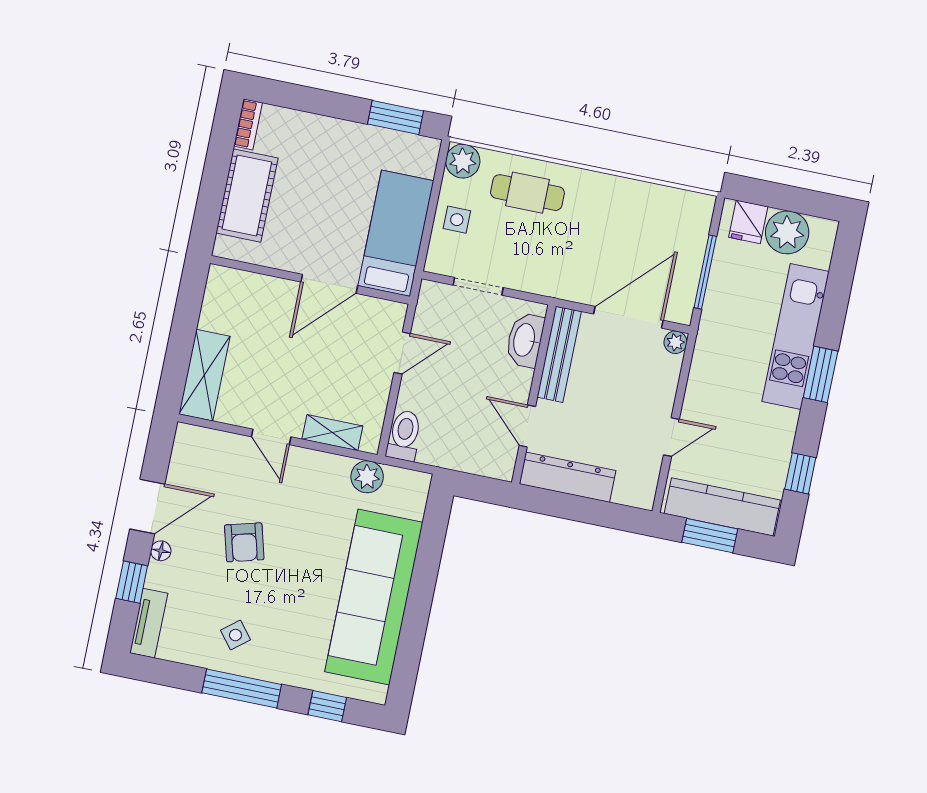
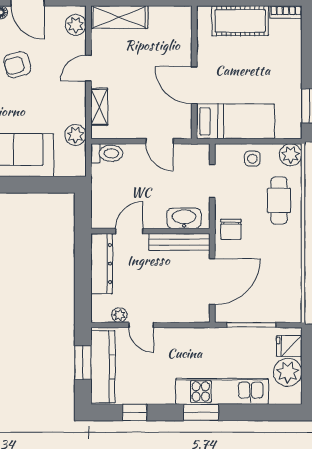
chair: (556, 273) -> (231, 229), added
door: (628, 317) -> (212, 282), hinge flipped
plant: (675, 342) -> (119, 315), moved
plant: (203, 443) -> (76, 25), added

